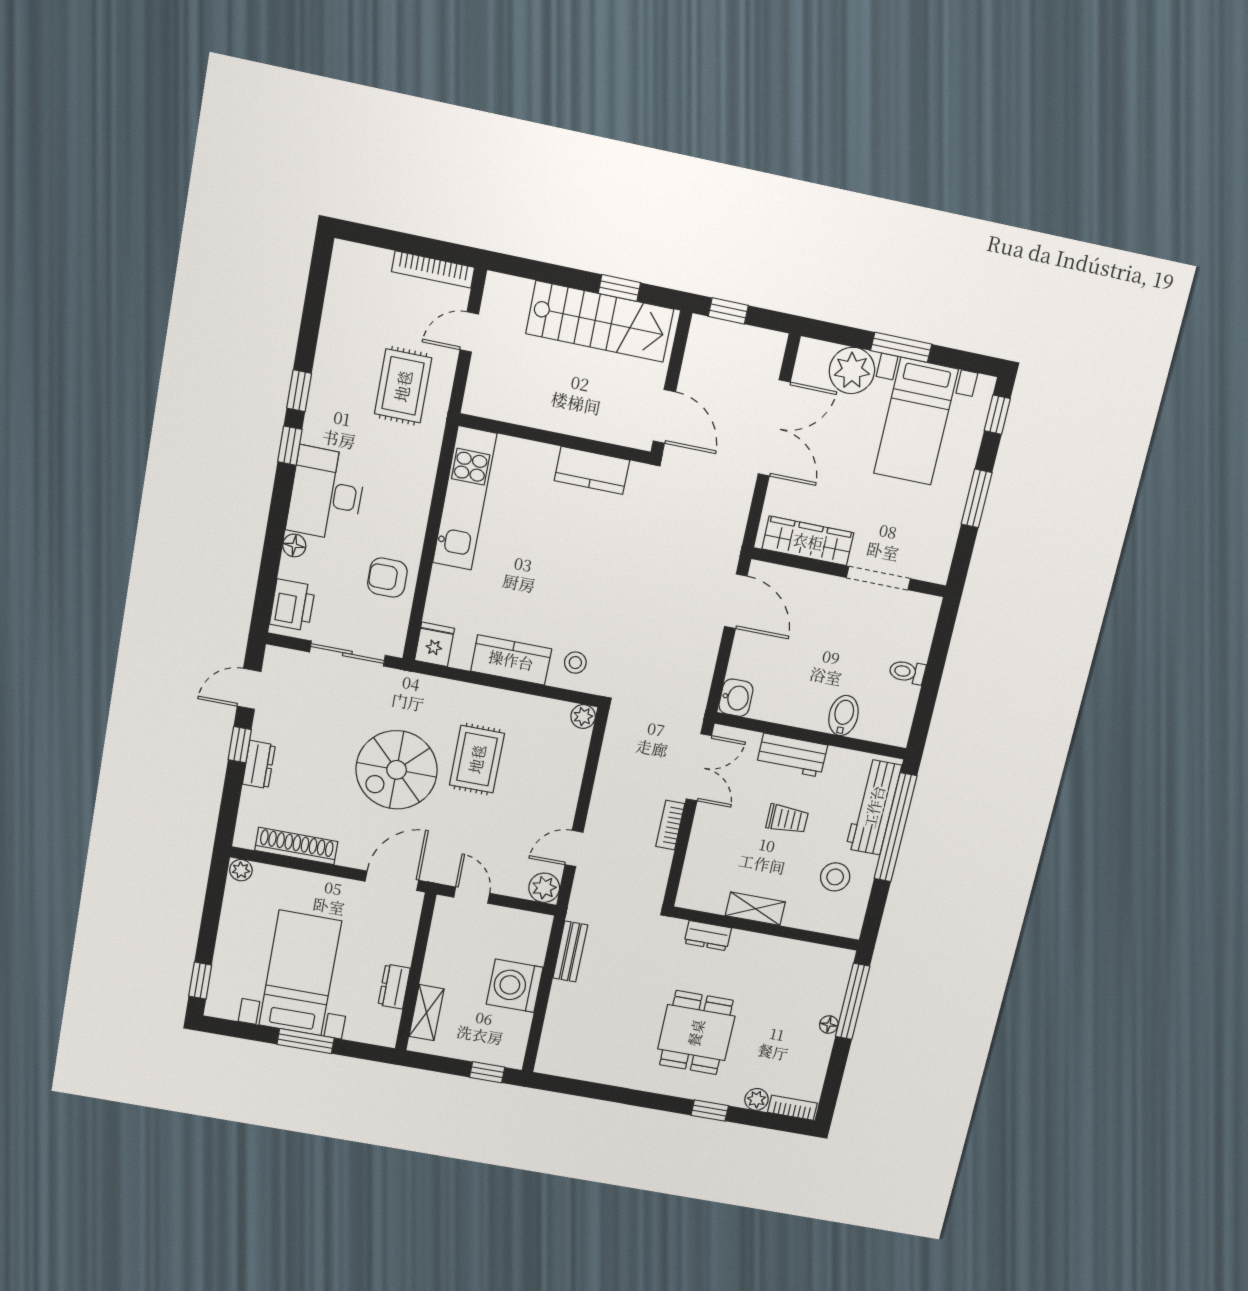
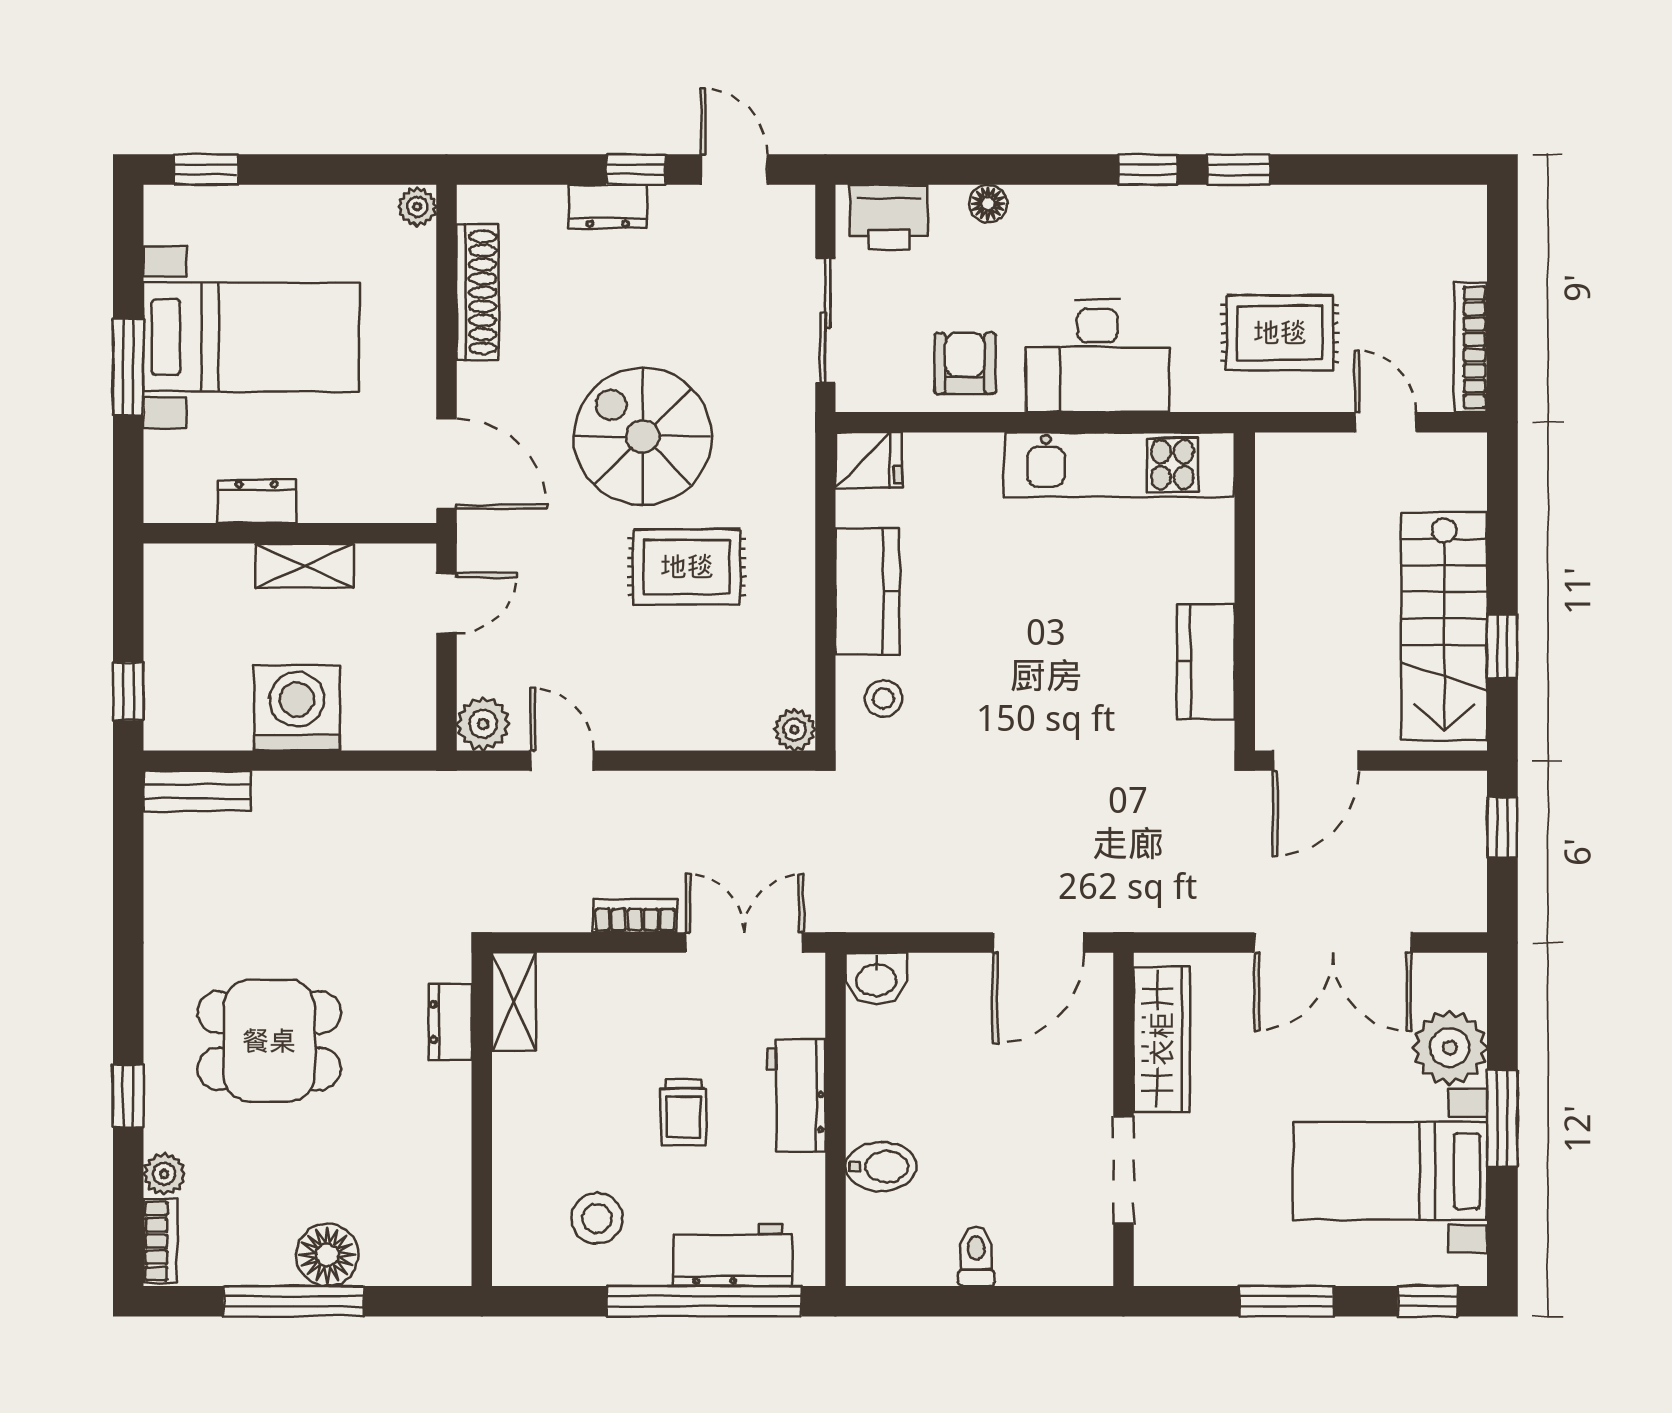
desk: (326, 494) -> (1097, 356), moved, turned 180
double door: (699, 767) -> (745, 943), swing flipped
workbench: (874, 807) -> (733, 1255), width x0.73
shelving: (755, 909) -> (514, 1002), moved
bench: (570, 952) -> (197, 791), moved
window: (853, 1001) -> (294, 1301), moved
shelving: (427, 1013) -> (305, 566), moved
floor lamp: (829, 1025) -> (327, 1255), width x1.89, depth x1.89

